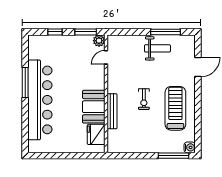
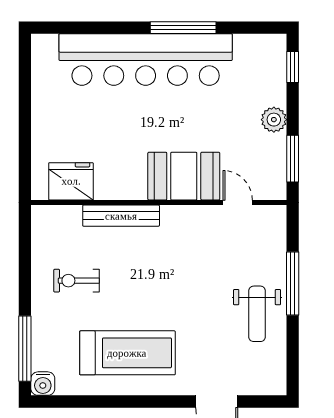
window: (55, 32) -> (293, 67), moved
window: (165, 32) -> (293, 284), moved
plant: (99, 41) -> (274, 120), moved
exercise bike: (144, 99) -> (77, 281), moved
booth: (94, 107) -> (184, 176), moved

